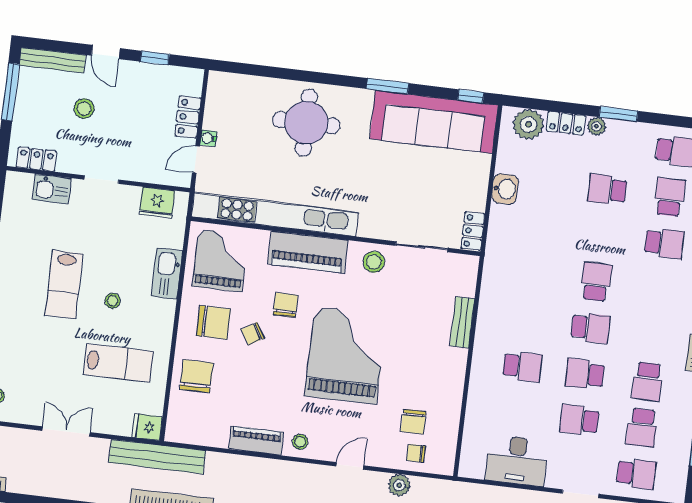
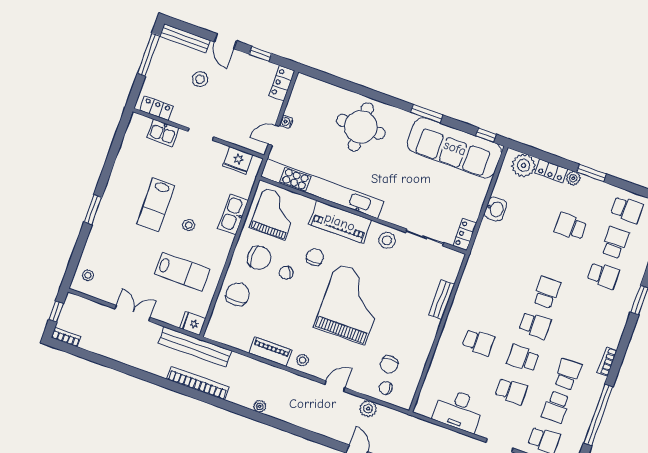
locker: (188, 117) -> (282, 83), moved
school desk: (647, 382) -> (568, 374), turned 180
school desk: (579, 420) -> (511, 391), turned 180

